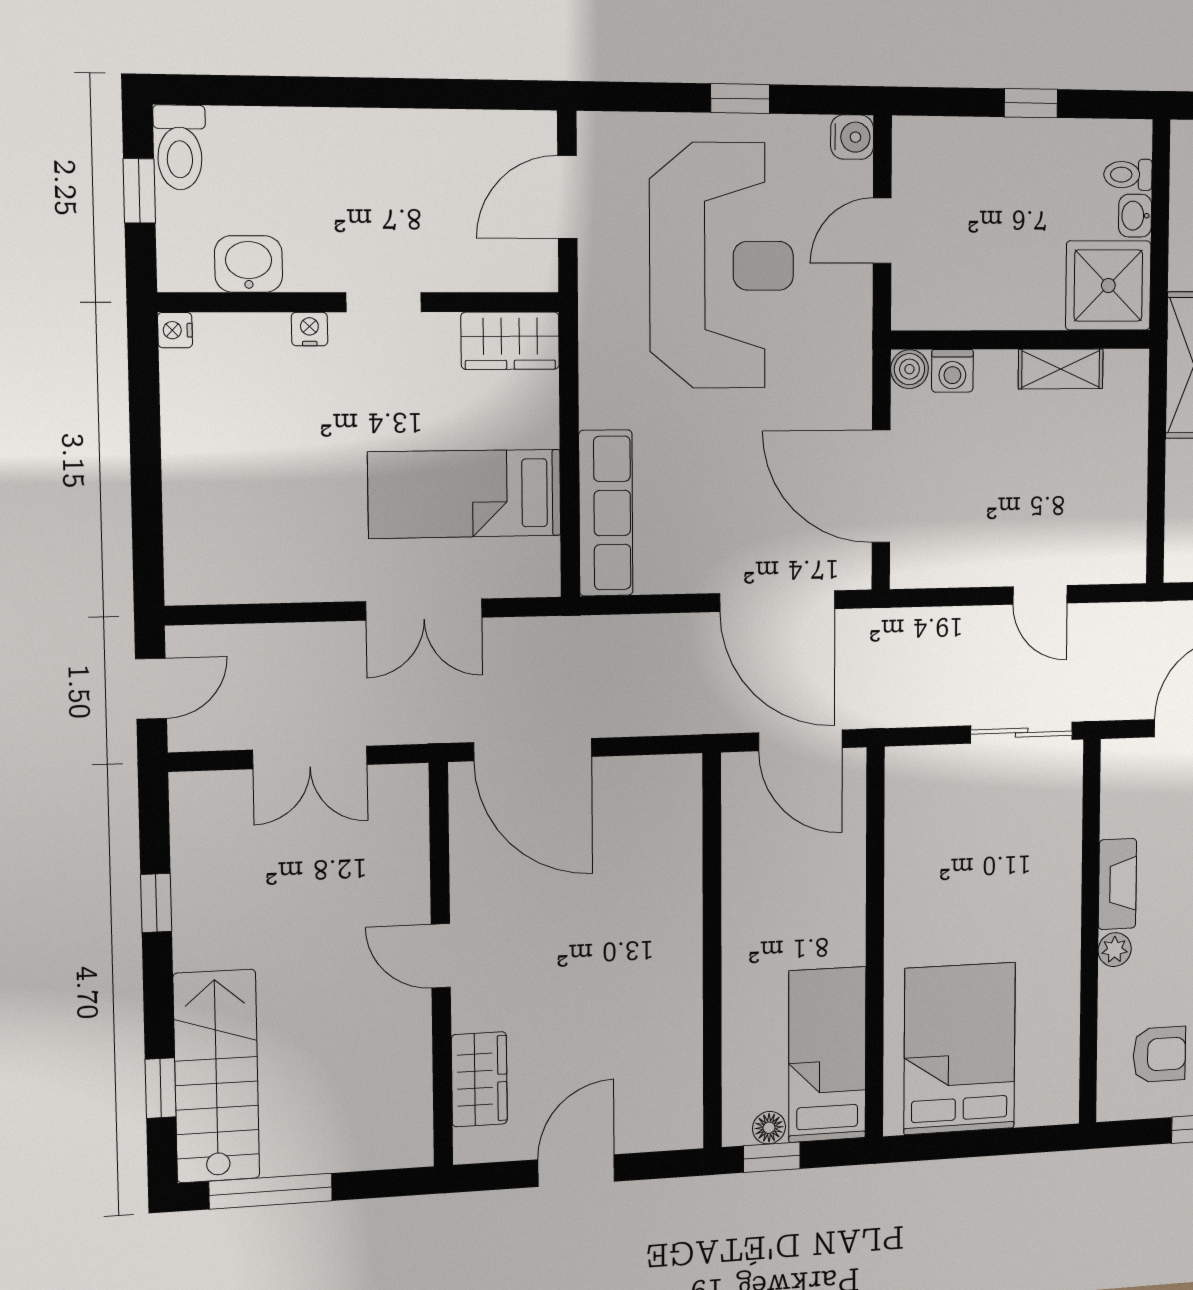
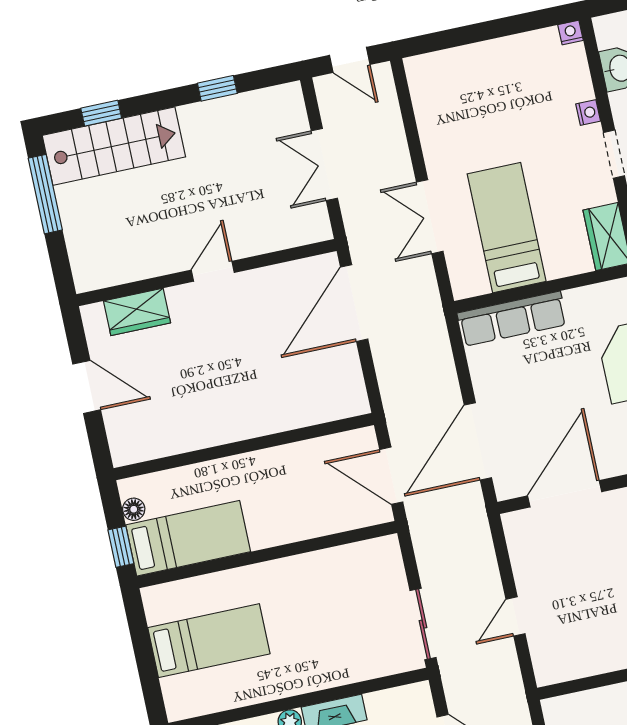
door: (800, 740) -> (391, 476), hinge flipped
bed: (960, 1049) -> (209, 641), width x0.67
window: (772, 1157) -> (121, 547), moved

